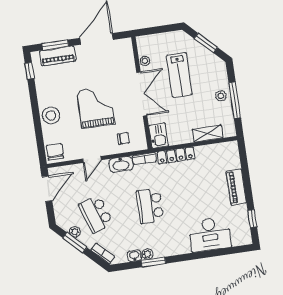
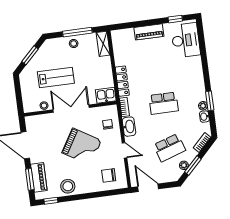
grand piano: (96, 107) -> (82, 147), turned -149
stool: (51, 115) -> (68, 186), moved
shelving: (208, 134) -> (103, 44), moved
chair: (55, 152) -> (109, 175), moved
desk: (210, 234) -> (186, 40), moved

